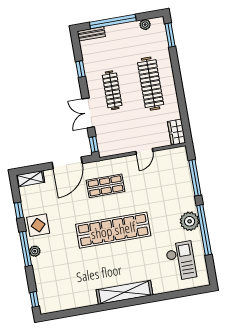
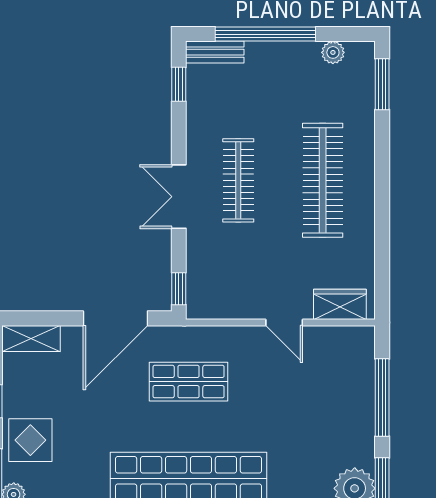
window: (81, 69) -> (179, 84), moved
double door: (88, 113) -> (179, 197), moved
wardrobe: (177, 132) -> (340, 304), moved, turned 90
door: (144, 151) -> (284, 322), hinge flipped

